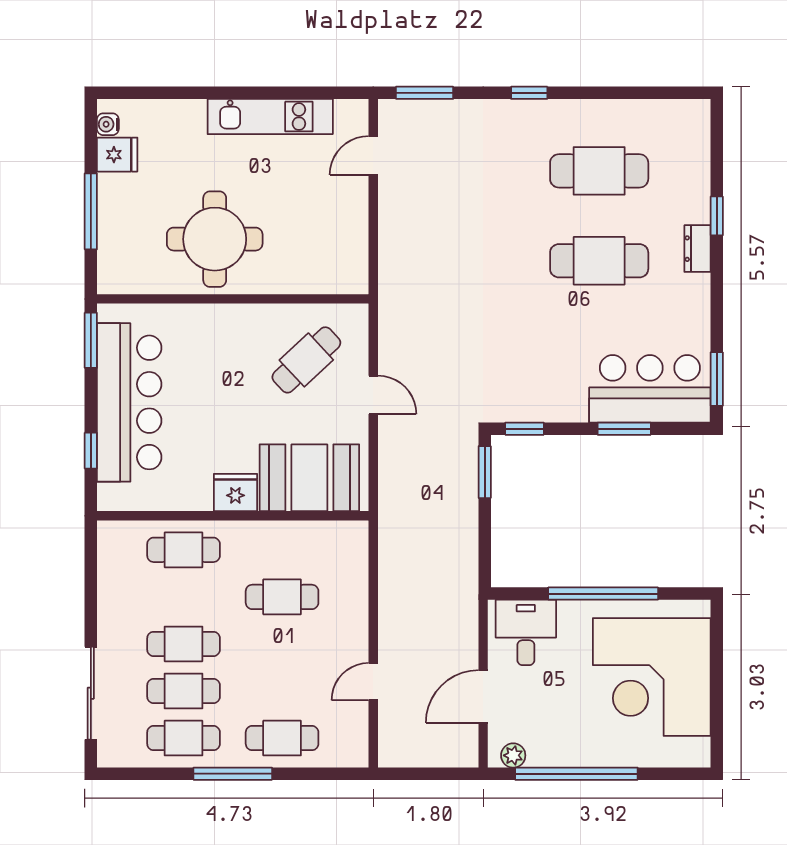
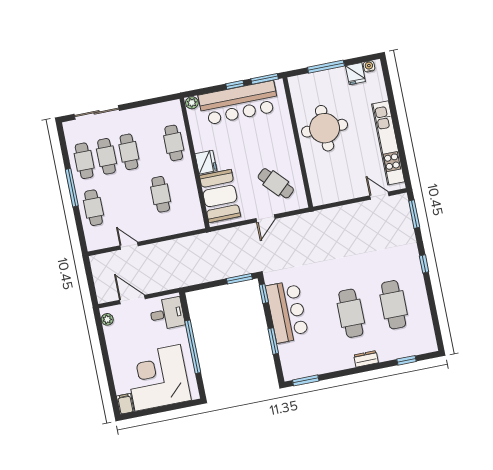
kitchen unit: (270, 117) -> (388, 143), width x1.36
window: (717, 216) -> (407, 360), moved
bar counter: (650, 389) -> (287, 312), moved
window: (91, 451) -> (235, 85), moved
plant: (110, 497) -> (192, 103), added
filing cabinet: (691, 753) -> (125, 404), added
window: (576, 774) -> (104, 351), removed

